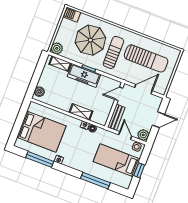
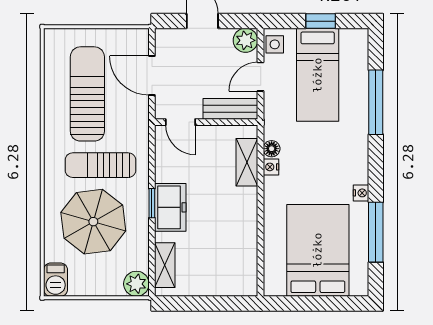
freezer: (84, 75) -> (170, 207), width x0.71
boiler: (39, 92) -> (238, 286), removed
shelving: (81, 112) -> (247, 162), moved

